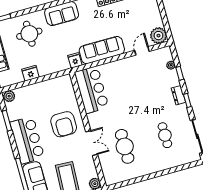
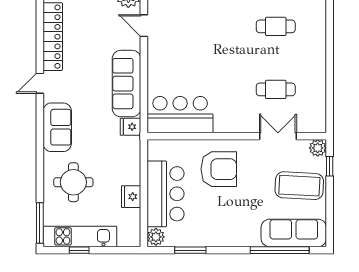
bar counter: (27, 140) -> (166, 194), moved, turned 90
double door: (92, 143) -> (278, 136), moved
cafe table: (125, 146) -> (276, 89), width x0.73, depth x0.74

